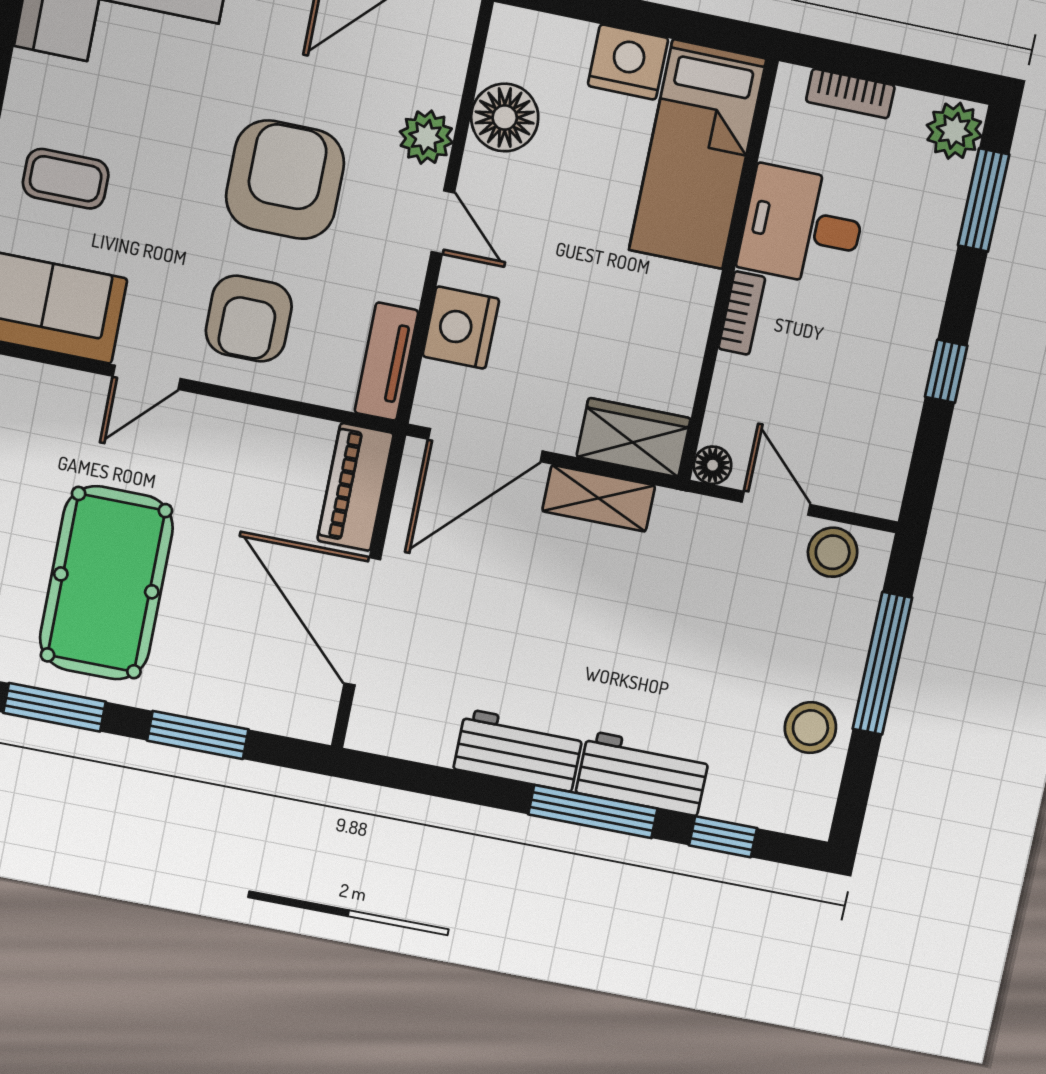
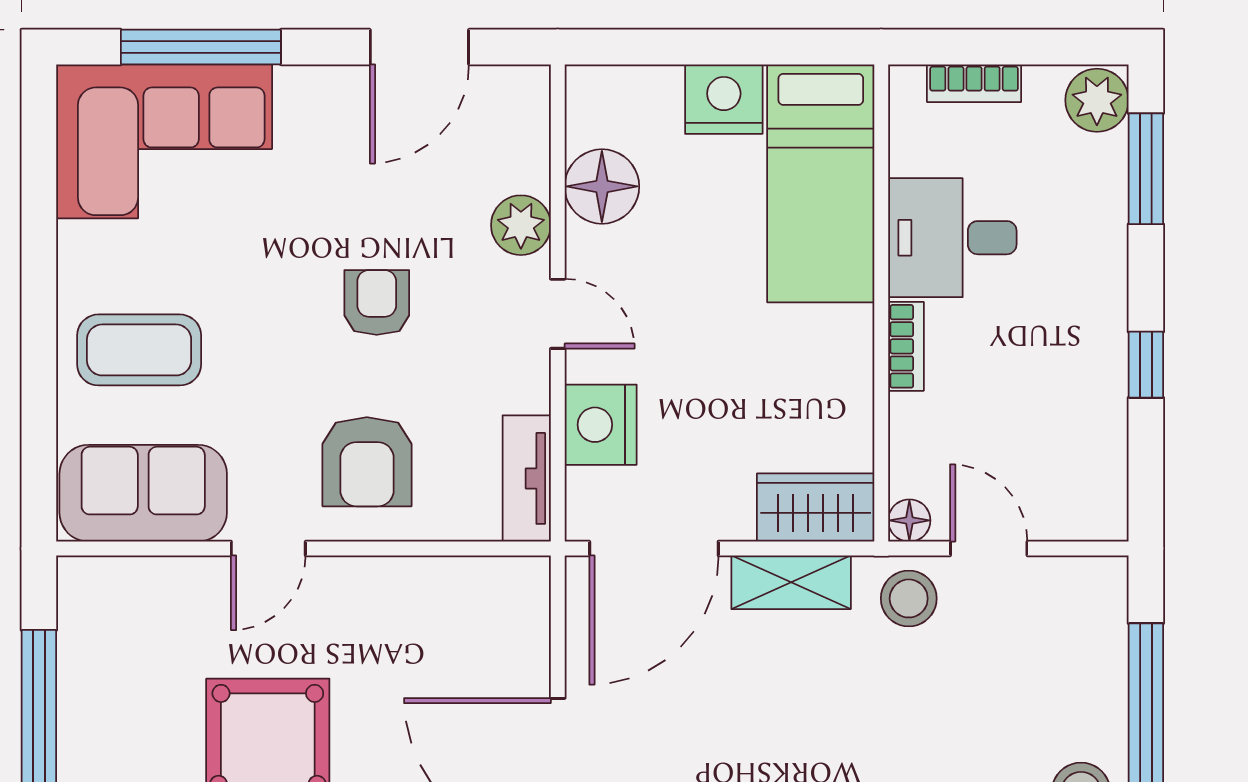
coffee table: (66, 179) -> (139, 350), width x1.36, depth x1.30
armchair: (285, 180) -> (377, 302), width x0.53, depth x0.53
piano: (355, 487) -> (520, 623), removed
stool: (833, 552) -> (909, 598), moved

